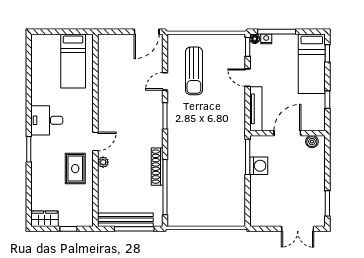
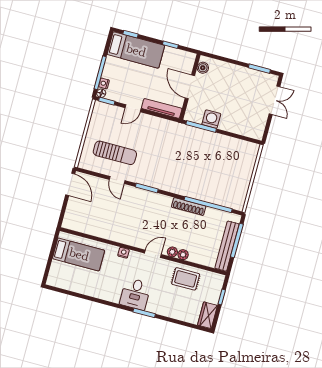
nightstand: (88, 109) -> (124, 253), added
desk: (47, 120) -> (135, 294), moved
door: (95, 142) -> (153, 254), hinge flipped
rug: (75, 169) -> (186, 279), moved
plant: (103, 175) -> (183, 255), added

